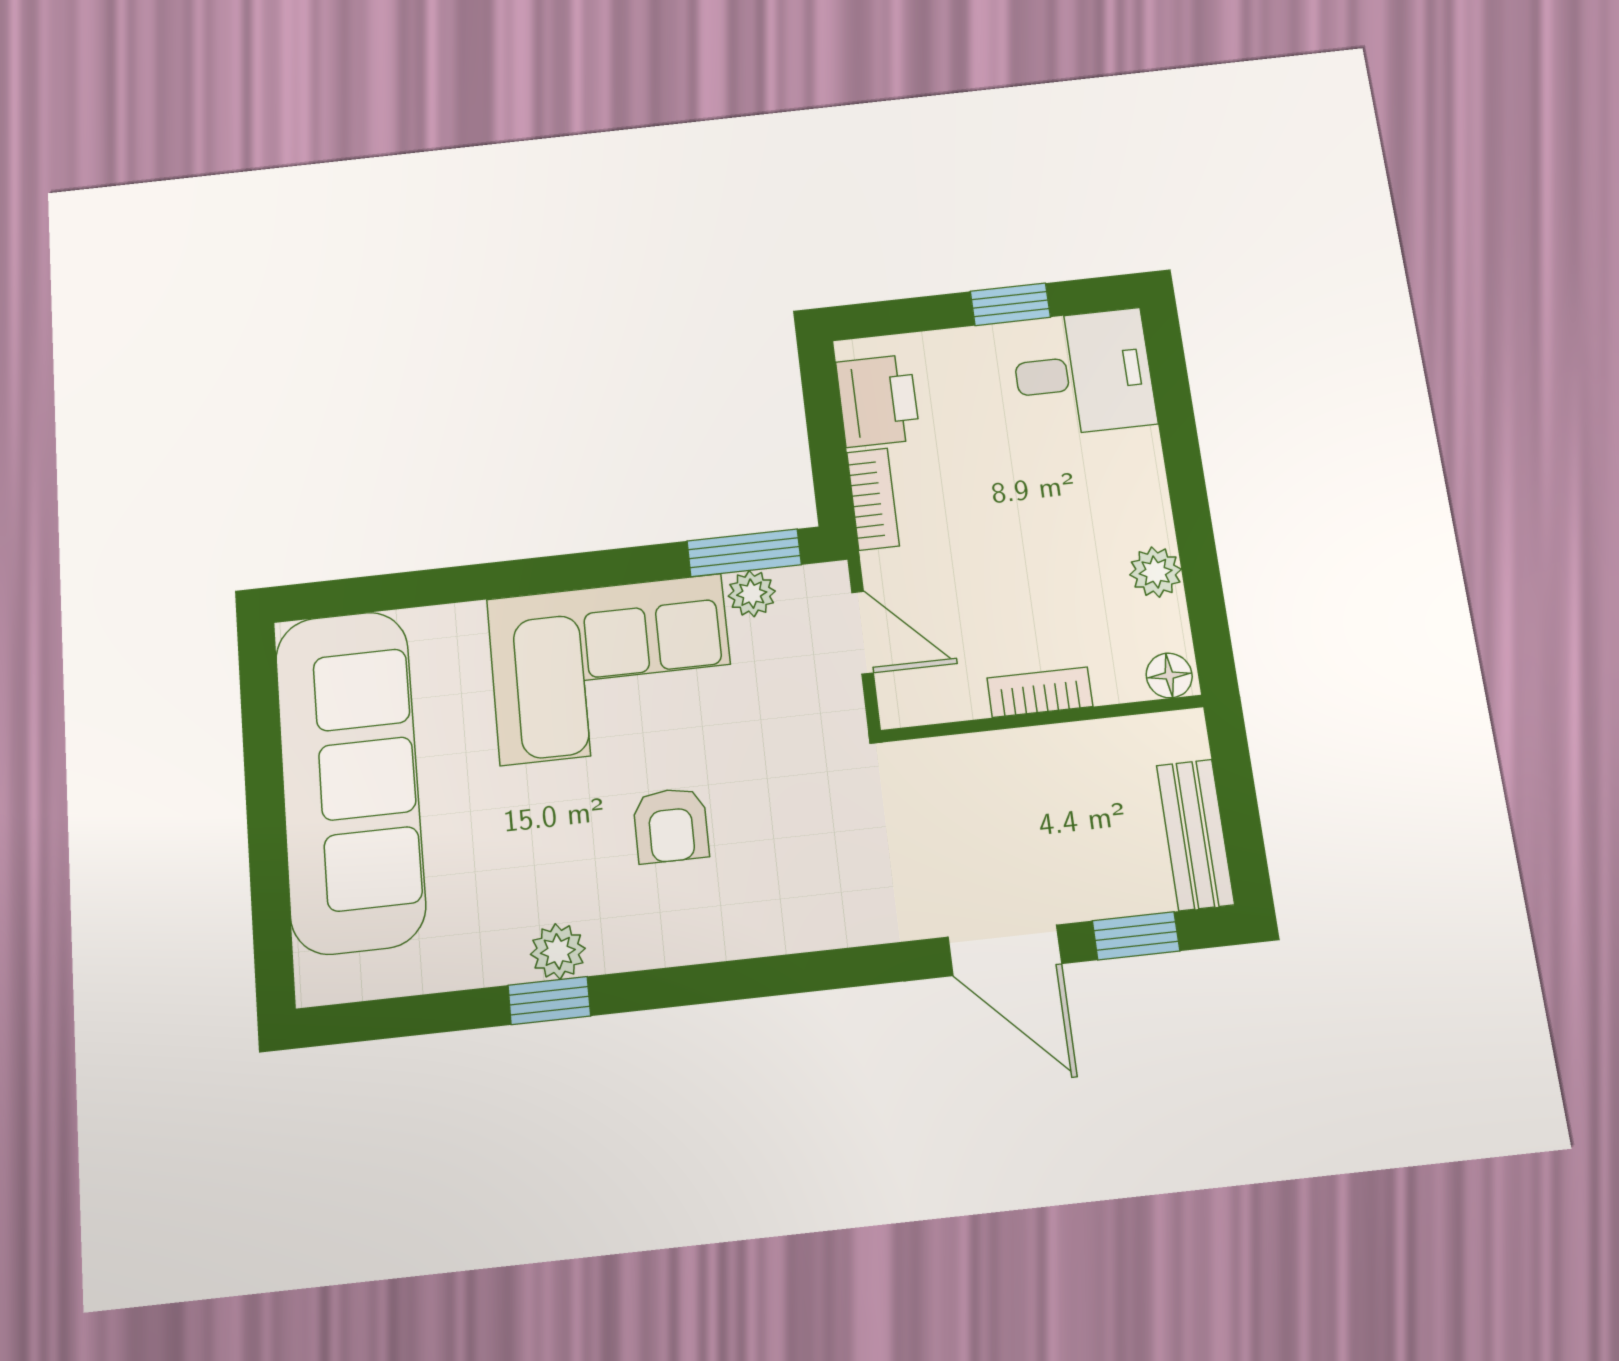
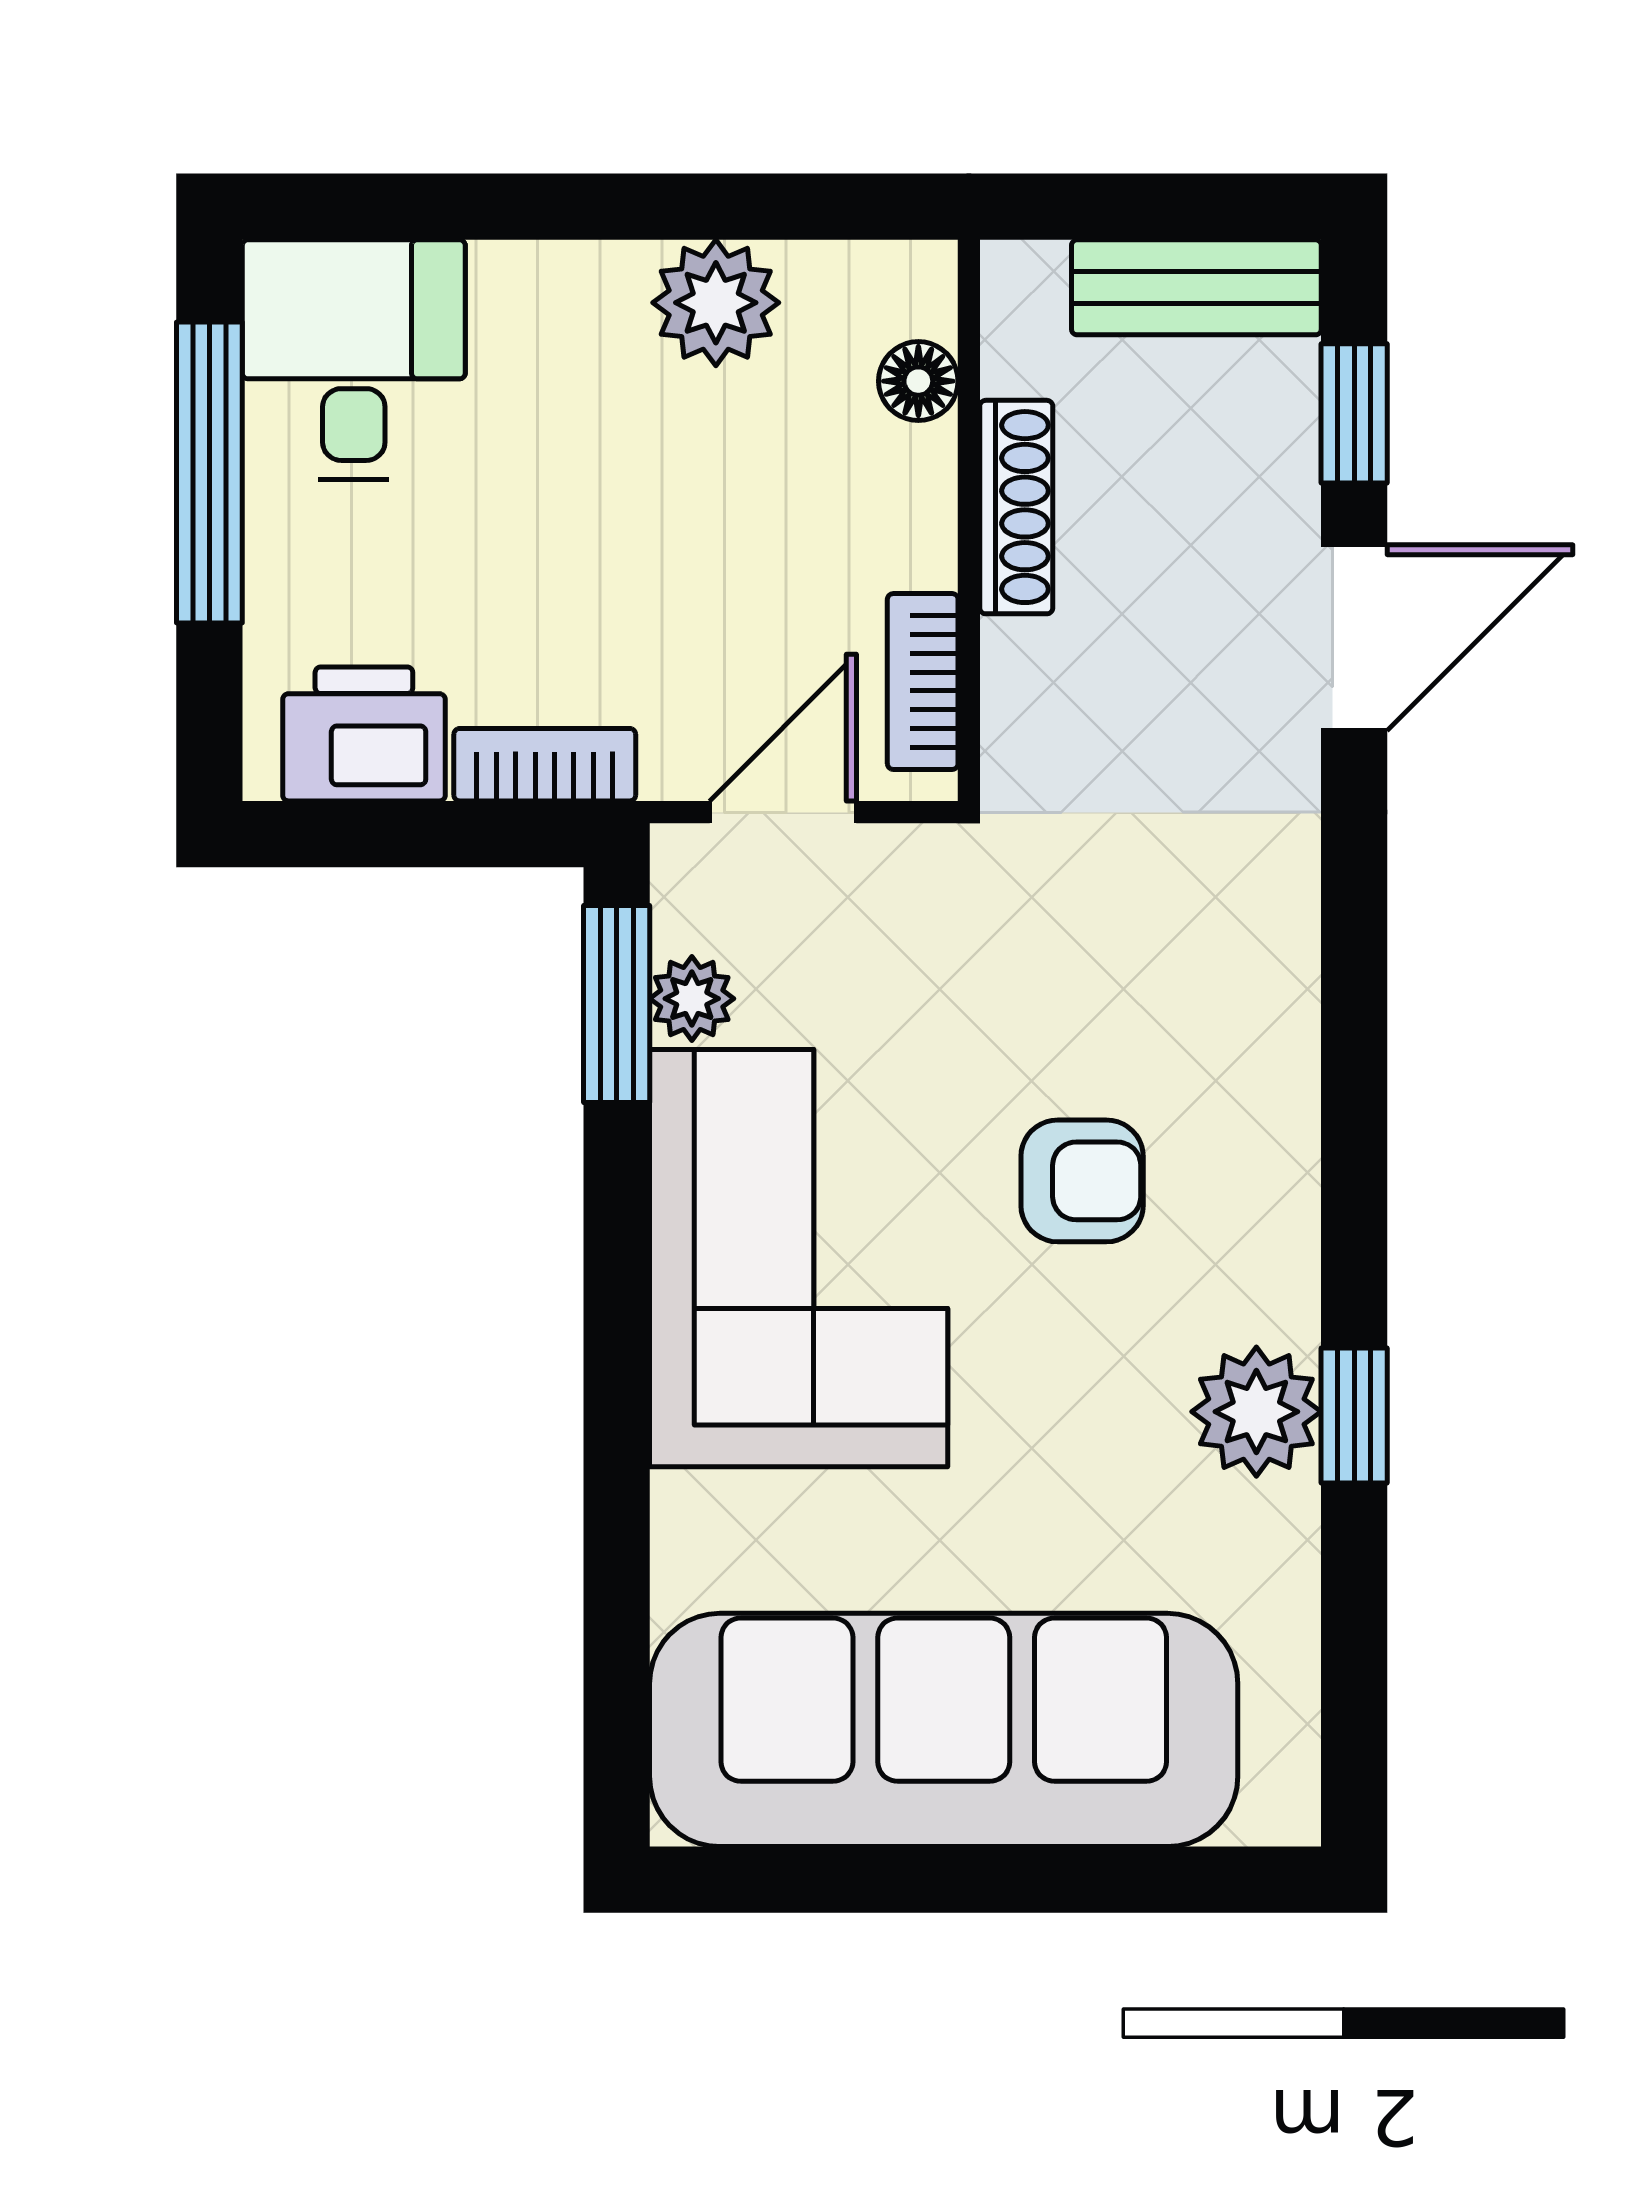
window: (1010, 304) -> (209, 472), width x2.17
plant: (1156, 572) -> (716, 303), width x1.38, depth x1.38
floor lamp: (1169, 675) -> (918, 381), moved
bookcase: (1040, 692) -> (923, 682), moved
shoe rack: (1053, 745) -> (1016, 507), added
plant: (558, 951) -> (1256, 1412), width x1.38, depth x1.38

